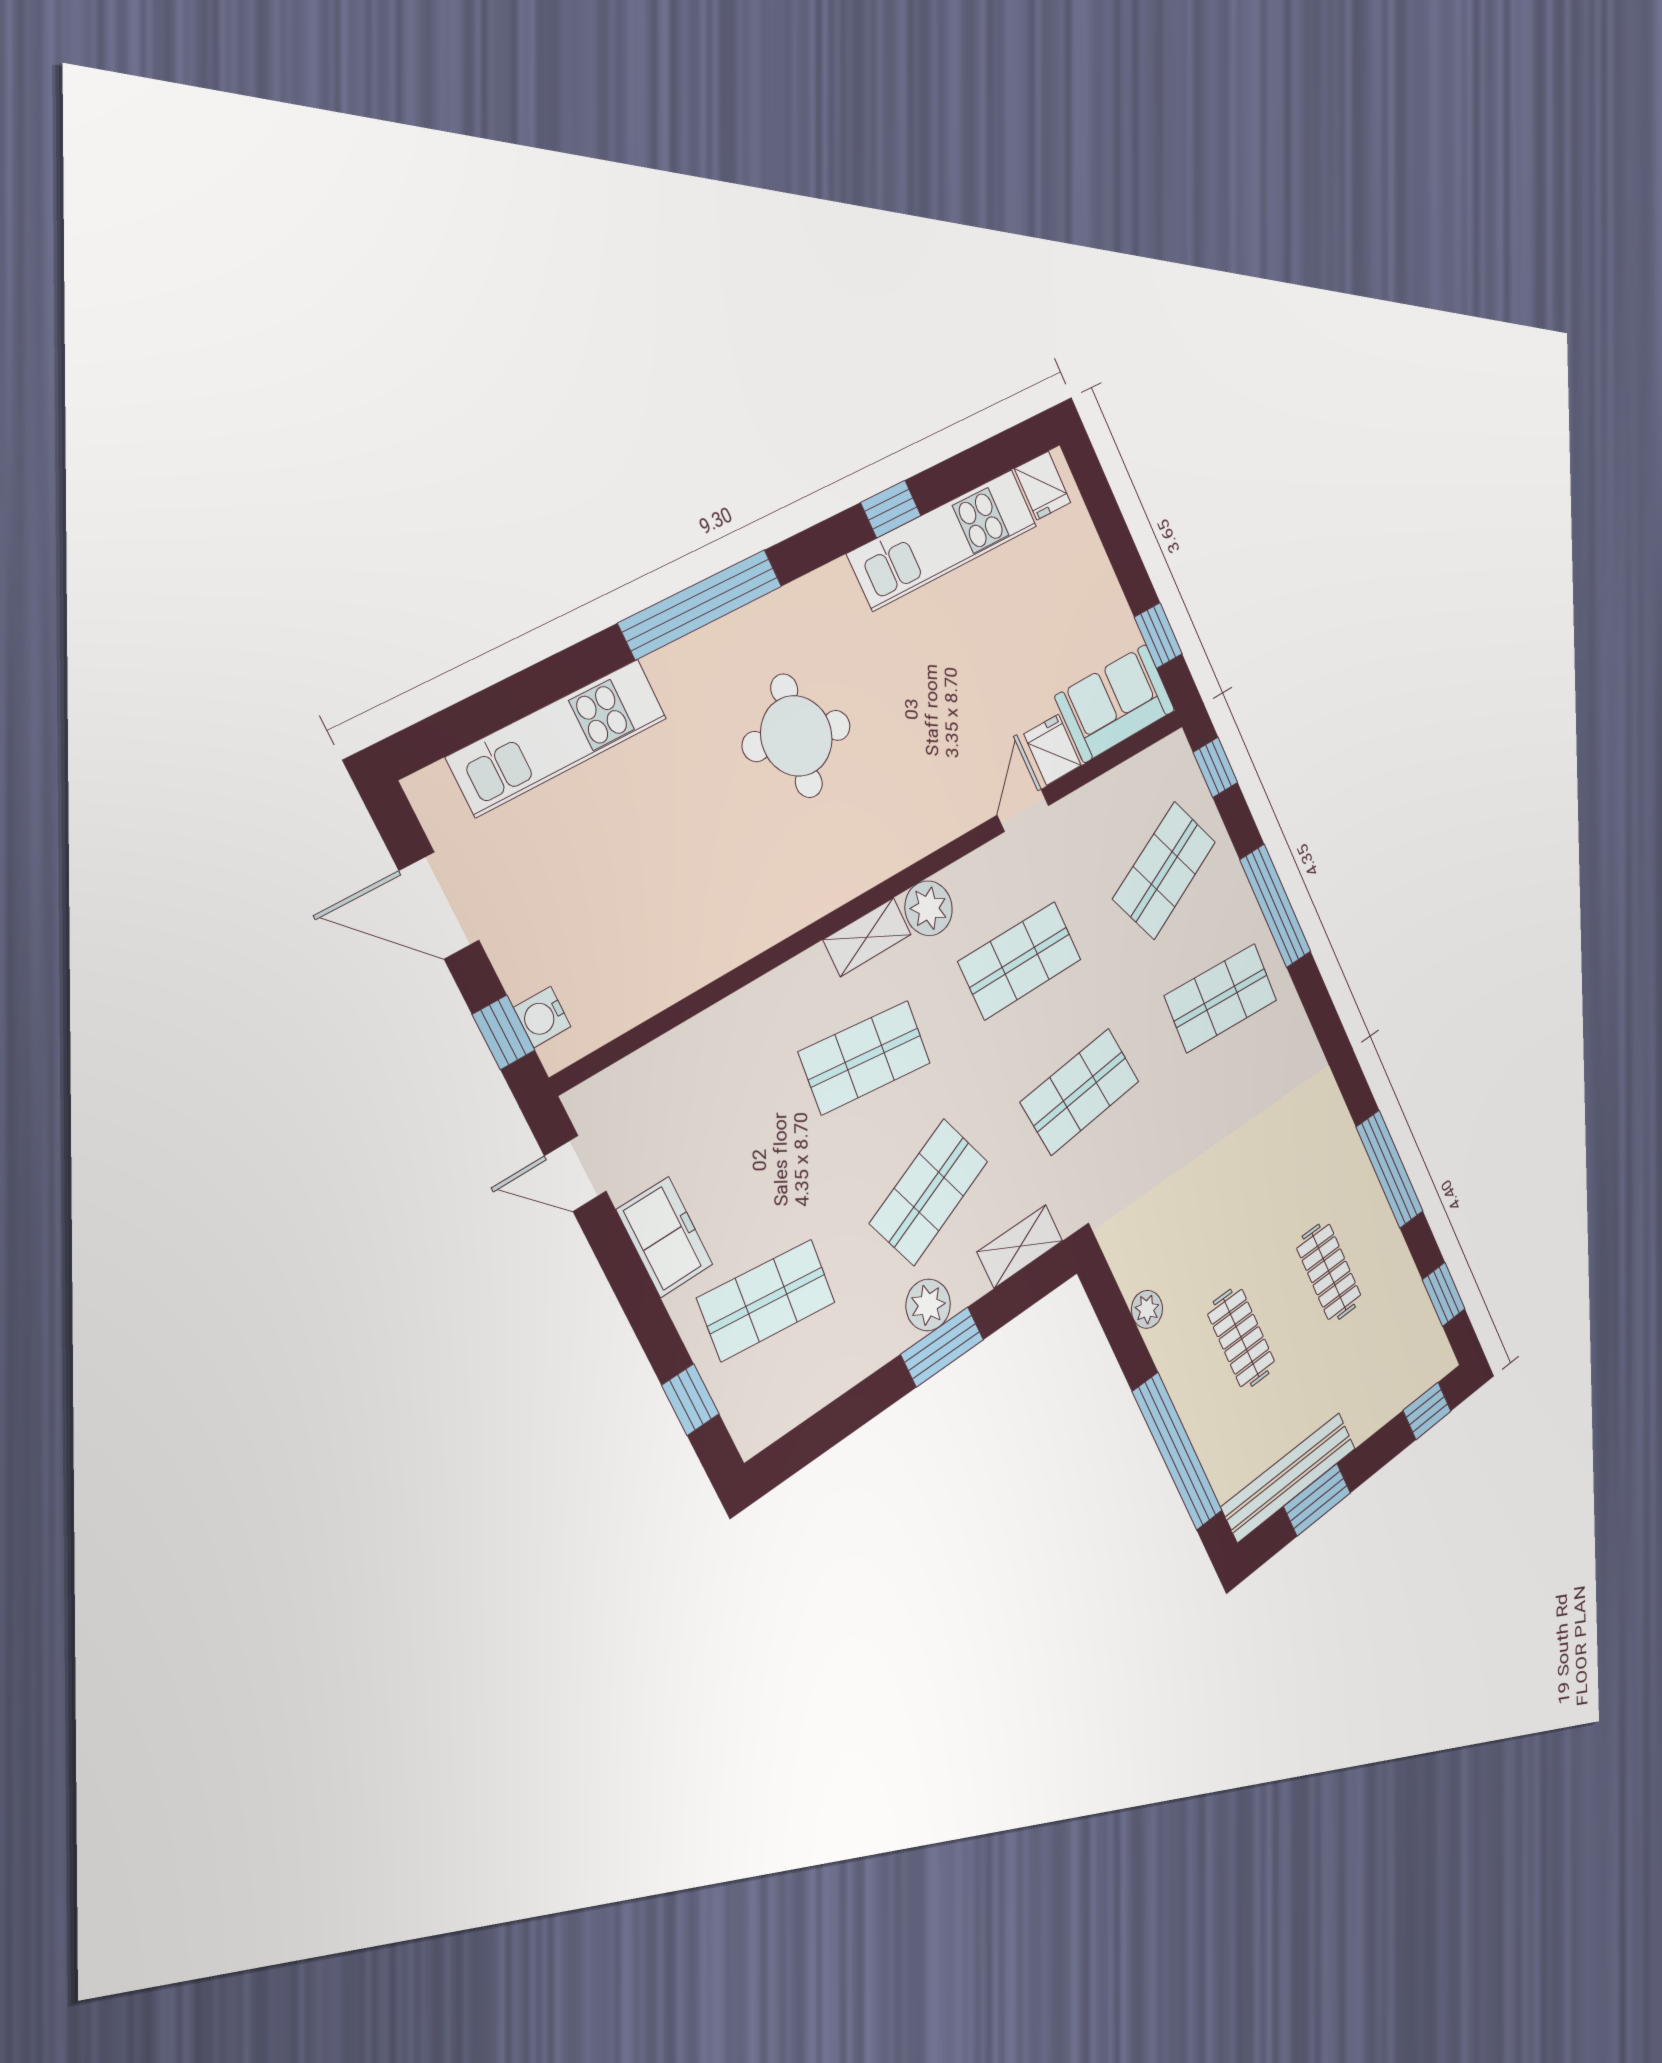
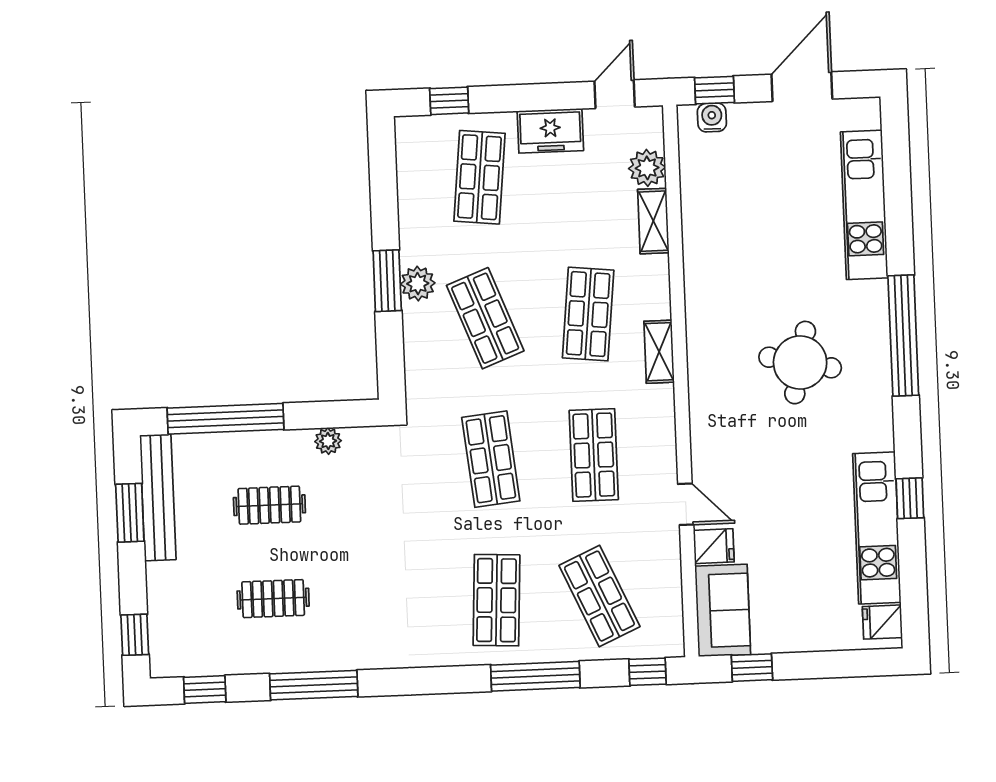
plant: (929, 908) -> (647, 168), moved
shelving: (1020, 1246) -> (653, 221), moved

